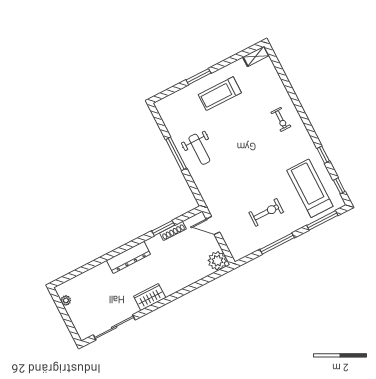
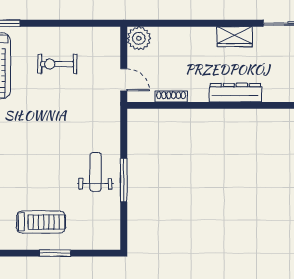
window: (163, 228) -> (180, 105), removed
window: (277, 244) -> (63, 23), removed

